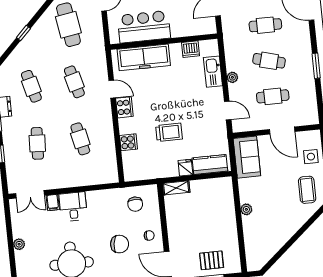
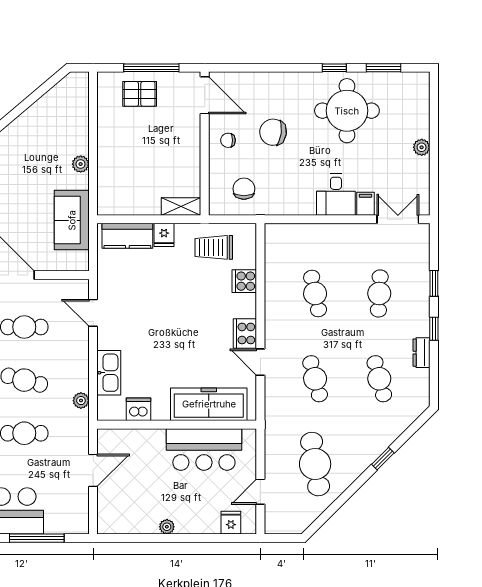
plant: (232, 77) -> (81, 401), moved
trolley: (169, 132) -> (214, 247), moved
sofa: (247, 157) -> (72, 220), moved

